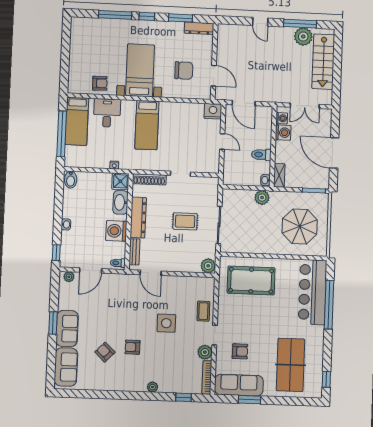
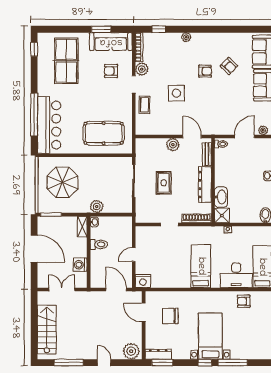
window: (181, 18) -> (162, 363), moved
plant: (303, 36) -> (131, 351), moved
bed with nightstands: (140, 70) -> (210, 336), moved, turned 180
desk: (107, 113) -> (236, 275), width x1.37
washing machine: (282, 118) -> (82, 277), removed
door: (222, 141) -> (134, 255), hinge flipped
rug: (185, 221) -> (164, 183), turned 90
washing machine: (116, 231) -> (224, 172), removed
plant: (208, 266) -> (173, 145), moved

